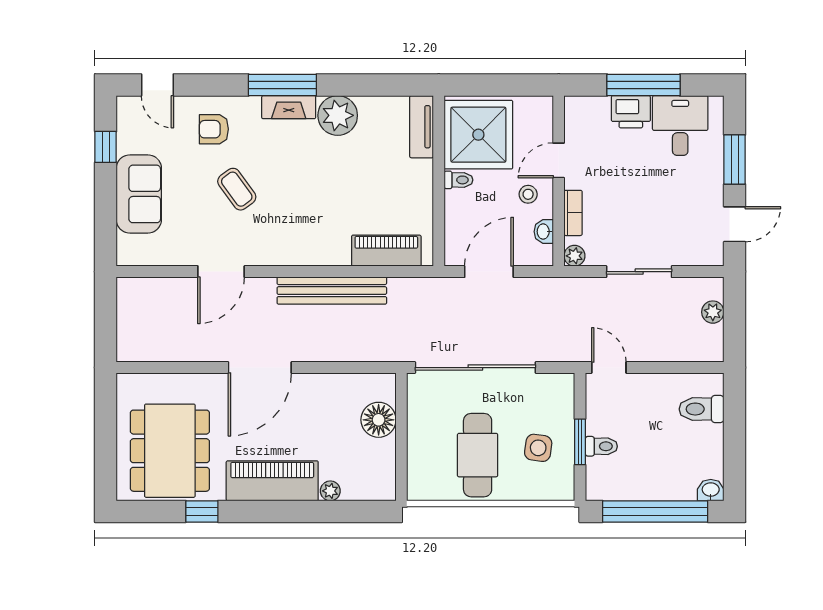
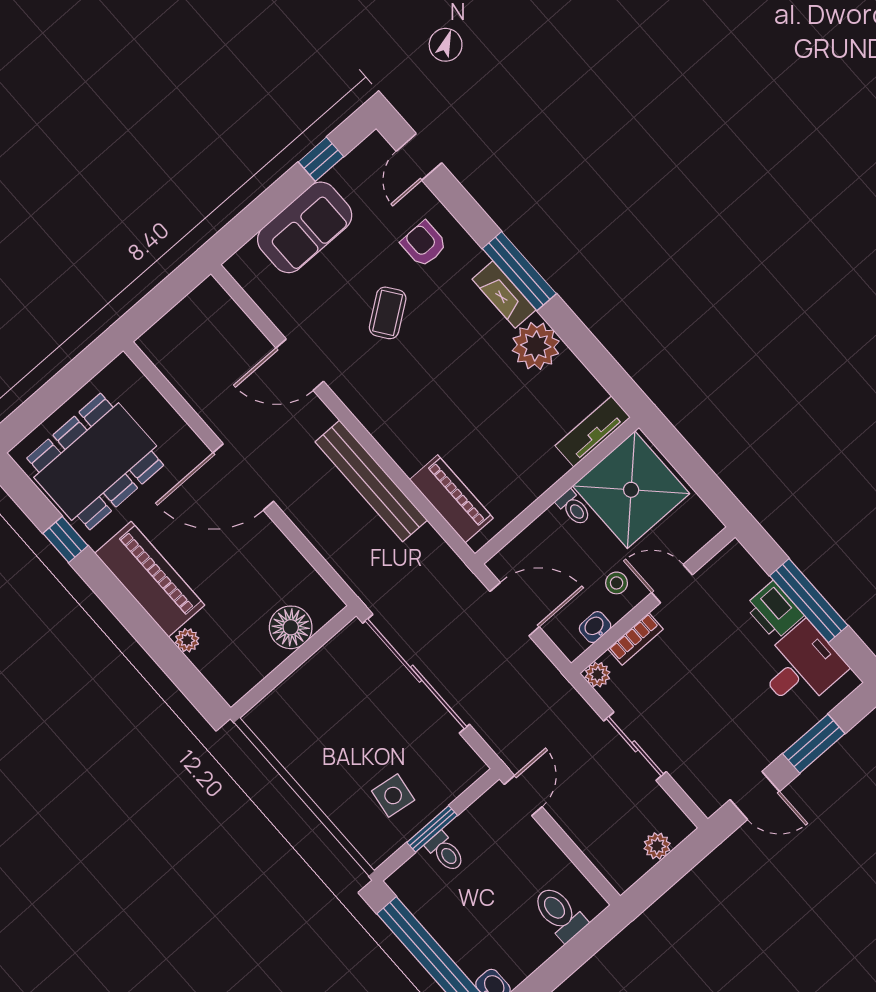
cafe table: (478, 455) -> (338, 746), removed

